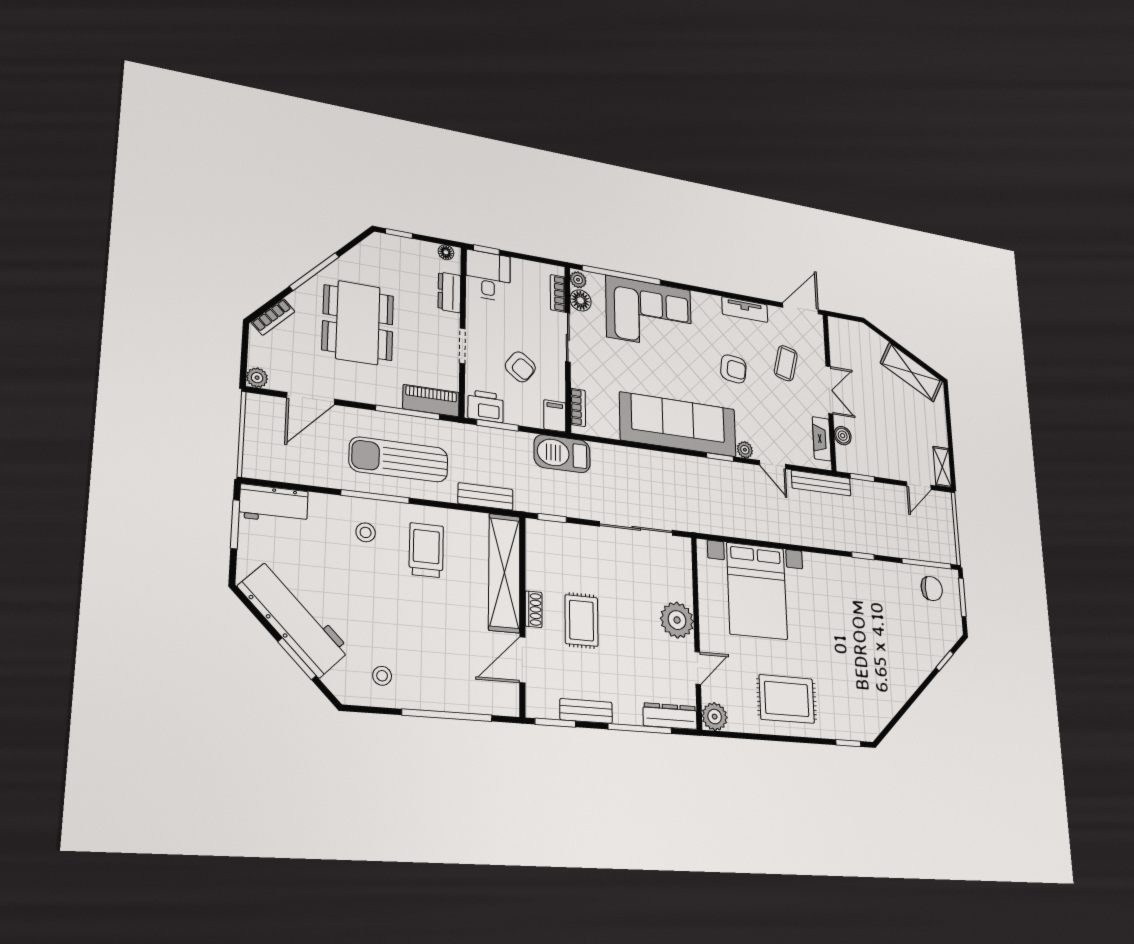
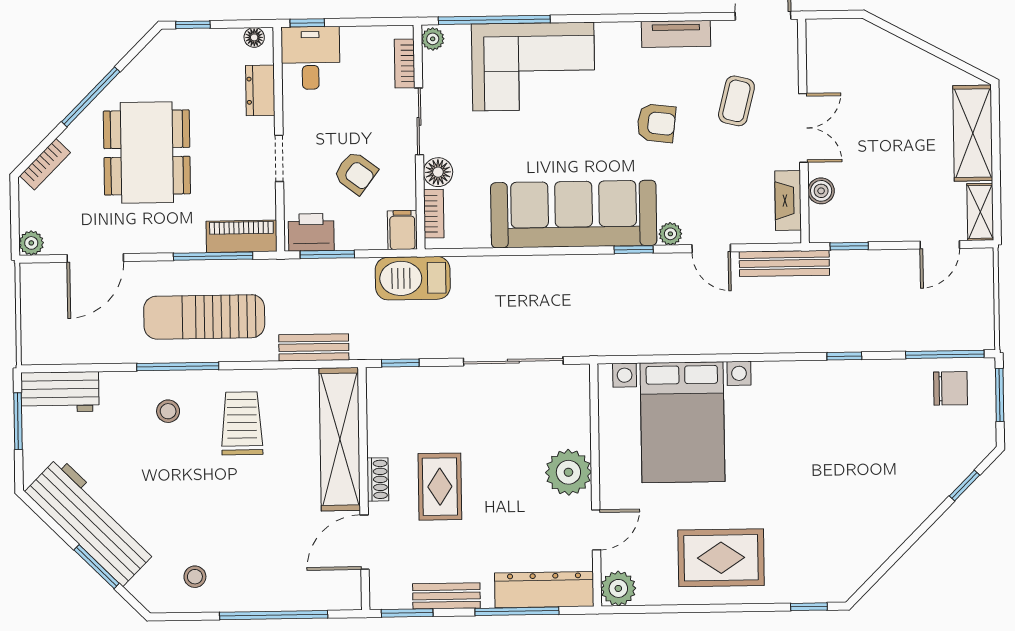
floor lamp: (581, 300) -> (438, 172), moved
shelving: (911, 372) -> (973, 133), moved, turned 62
dresser: (670, 716) -> (544, 590), width x1.37, depth x1.24

